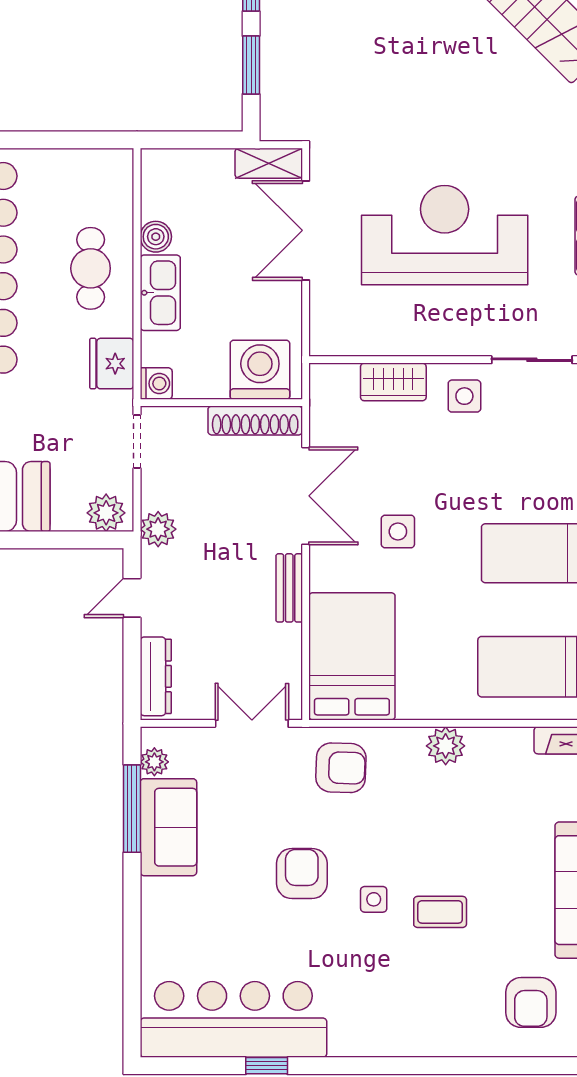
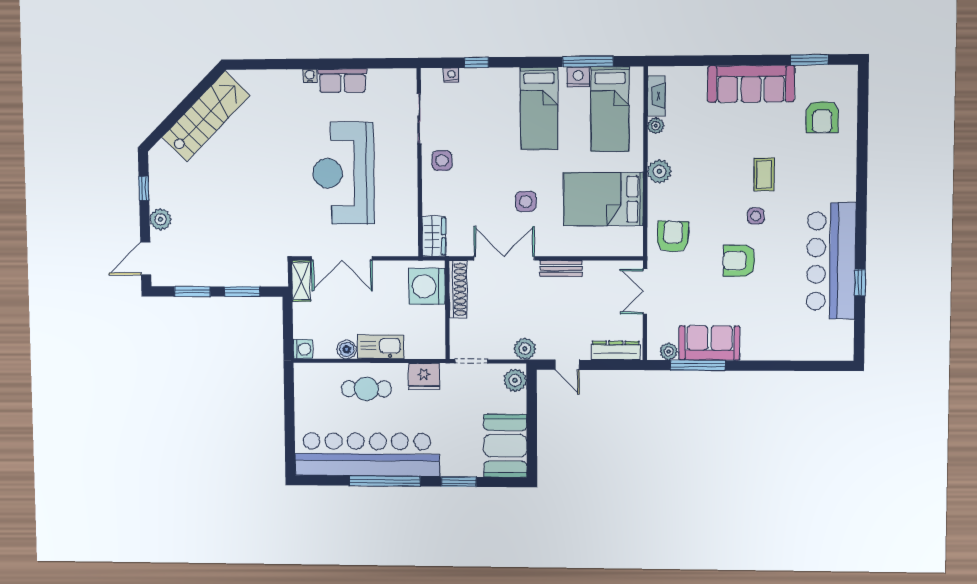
wardrobe: (393, 382) -> (434, 236), moved
washing machine: (156, 383) -> (303, 349), moved, turned 90
bed: (352, 656) -> (603, 199), moved
plant: (519, 740) -> (656, 126), added
armchair: (531, 1002) -> (822, 117), turned 90
bar counter: (233, 1019) -> (831, 261), moved

